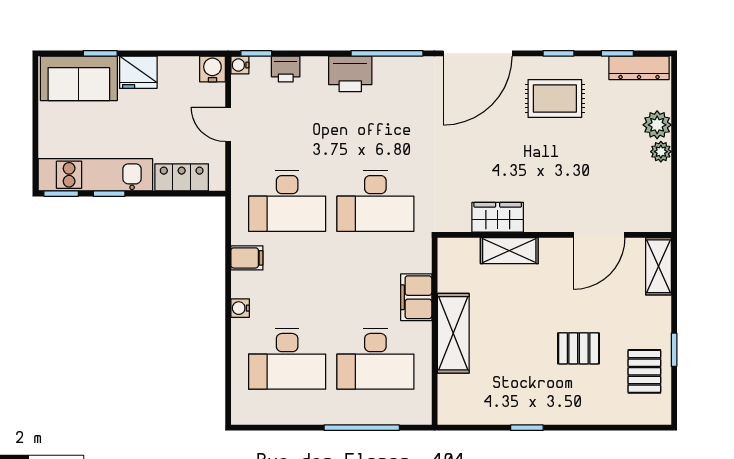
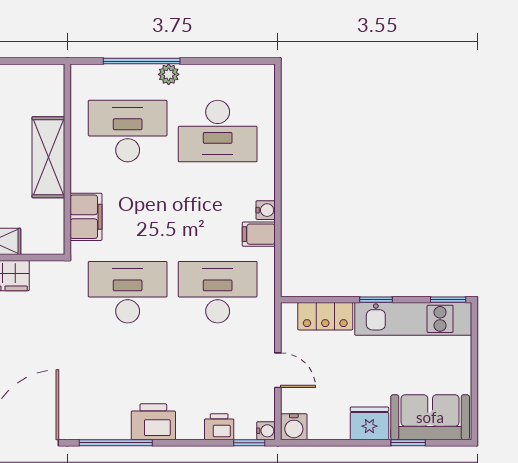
window: (109, 194) -> (376, 300), moved
filing cabinet: (416, 297) -> (86, 217), moved
water cooler: (240, 308) -> (266, 210), moved
desk: (287, 359) -> (218, 131), turned 180
plant: (335, 415) -> (169, 74), added

